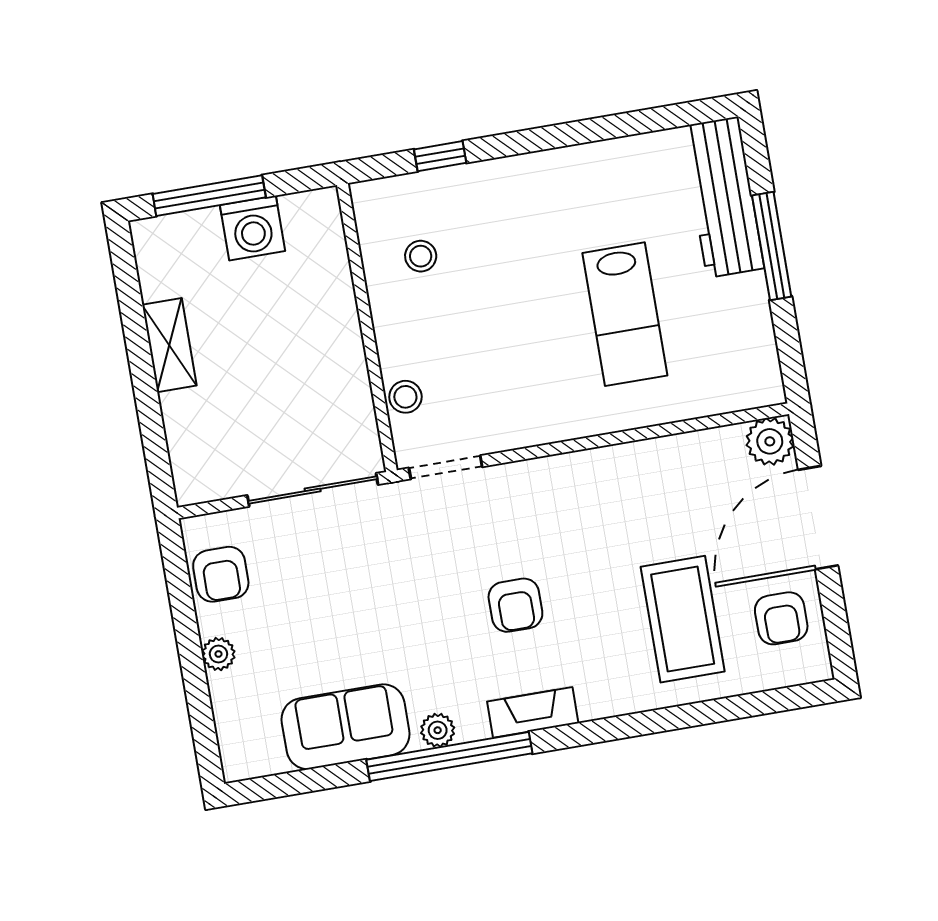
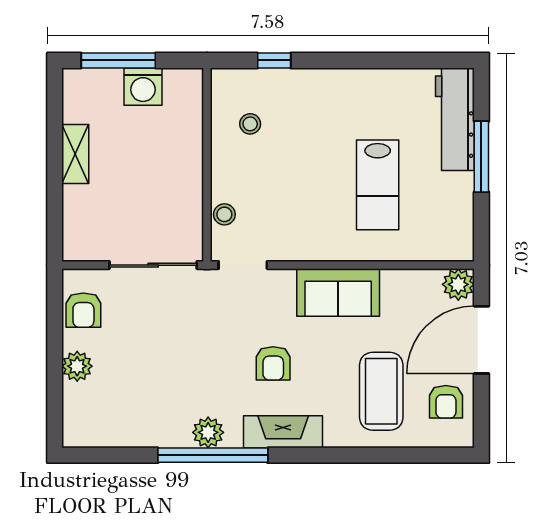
plant: (218, 654) -> (77, 366), width x1.38, depth x1.38
fireplace: (533, 712) -> (283, 432), width x1.37, depth x1.32
sofa: (346, 727) -> (338, 292), moved, turned 180
plant: (438, 730) -> (208, 432), width x1.38, depth x1.38

